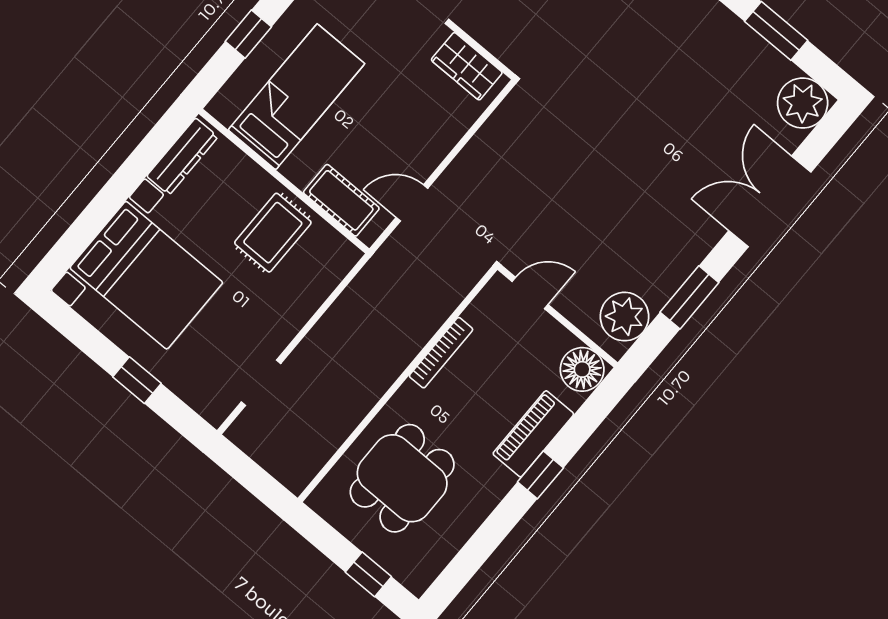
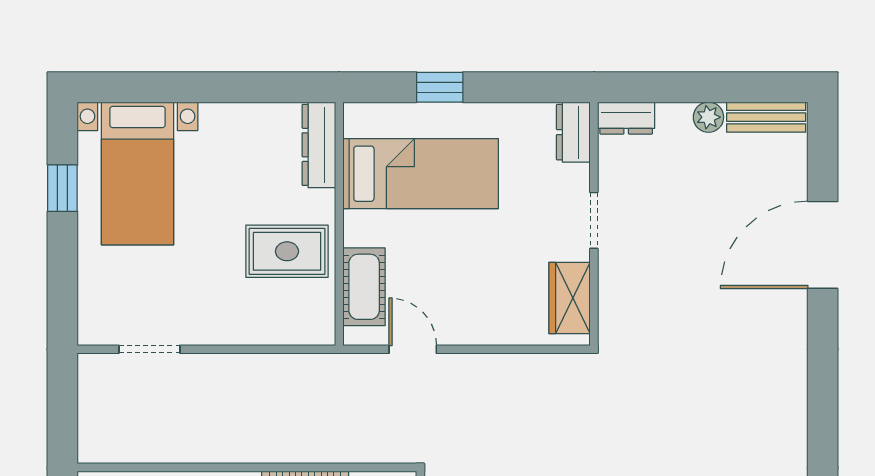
dresser: (182, 156) -> (319, 145), moved, turned 90
bed with nightstands: (146, 275) -> (137, 173), width x0.73
window: (137, 380) -> (62, 188), moved

